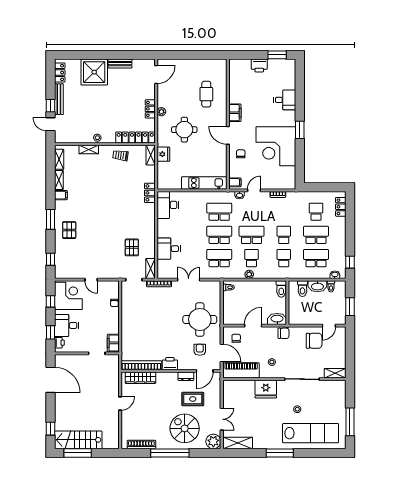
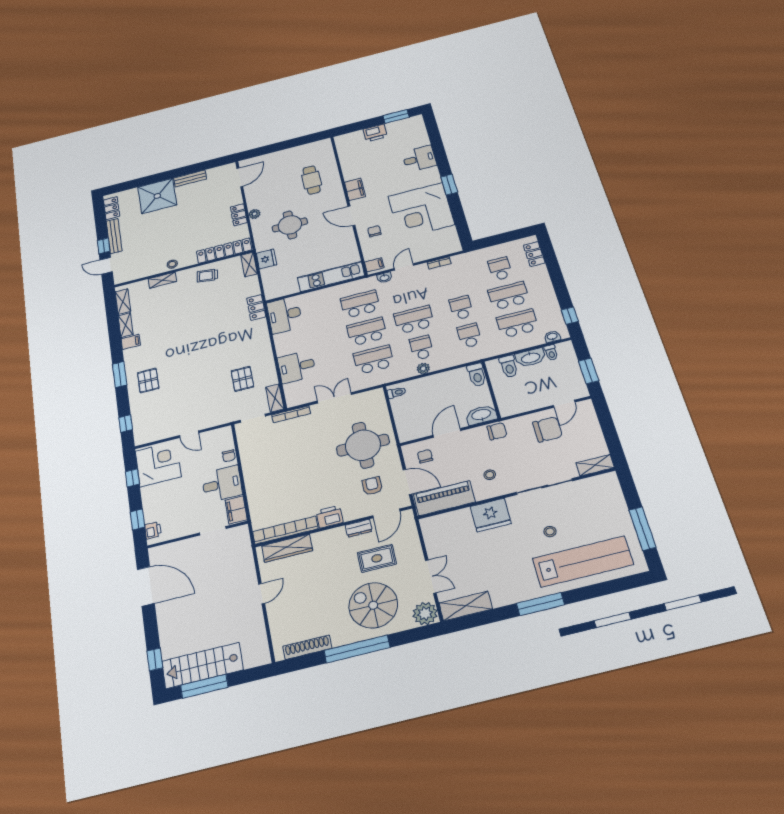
desk: (67, 325) -> (222, 484), moved, turned 180

